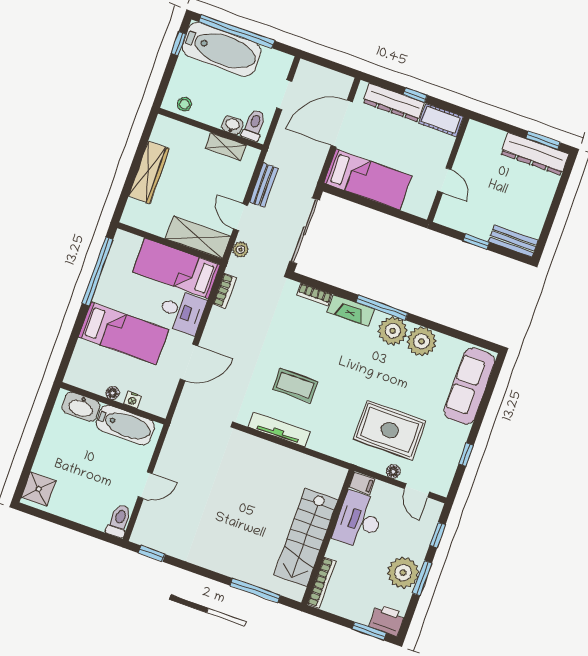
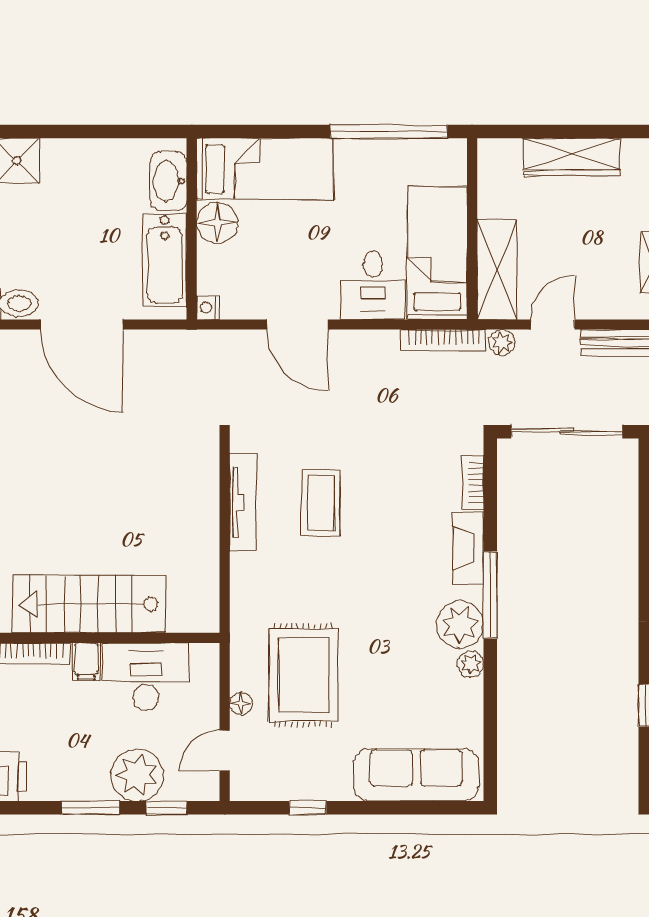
bookcase: (224, 291) -> (444, 340), width x1.56
bed: (123, 333) -> (265, 169), moved, turned -90
plant: (421, 341) -> (471, 664), width x0.53, depth x0.53
floor lamp: (113, 393) -> (217, 223), width x1.89, depth x1.89
nightstand: (133, 400) -> (208, 308), moved
filing cabinet: (362, 483) -> (86, 661), moved
door: (145, 485) -> (82, 325), width x1.87
plant: (403, 573) -> (137, 775), moved

